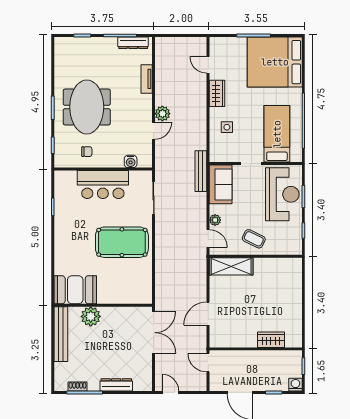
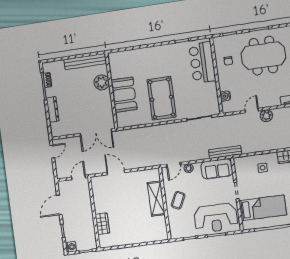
door: (154, 131) -> (252, 111), swing flipped
bar counter: (103, 185) -> (202, 63), moved
shelving: (231, 266) -> (156, 199), moved
booth: (75, 290) -> (124, 95), moved

